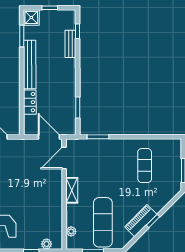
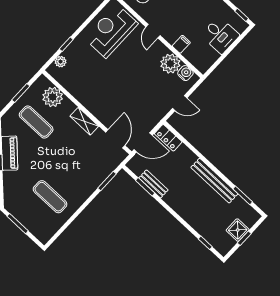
shower: (31, 17) -> (238, 230), moved
bench: (70, 44) -> (153, 184), moved
locker: (30, 102) -> (168, 138), moved
exercise mat: (103, 222) -> (36, 122), width x0.73, depth x0.69
plant: (71, 231) -> (53, 97), width x1.88, depth x1.88

